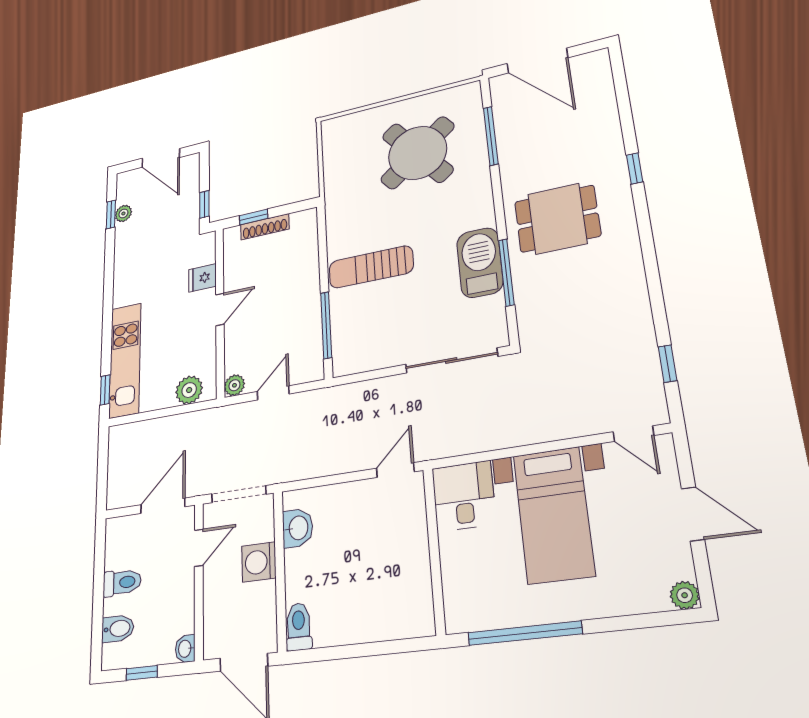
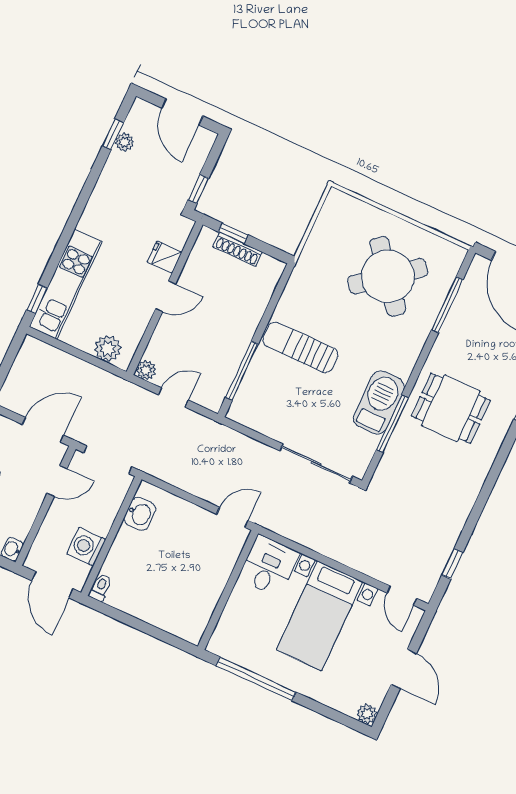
washing machine: (259, 562) -> (86, 547), moved
toilet: (299, 627) -> (100, 587), width x0.73, depth x0.72

